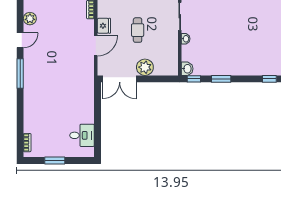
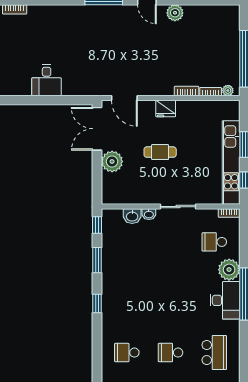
door: (96, 46) -> (124, 98), moved
washbasin: (187, 69) -> (132, 216), moved
window: (269, 79) -> (97, 303), moved
desk: (82, 135) -> (47, 80), moved

